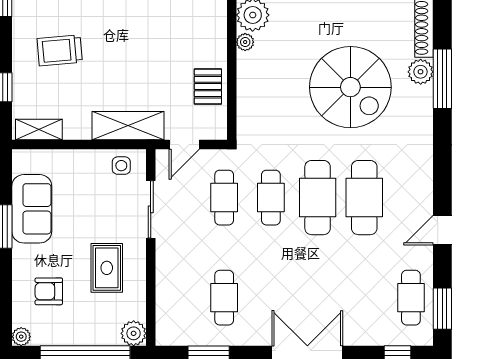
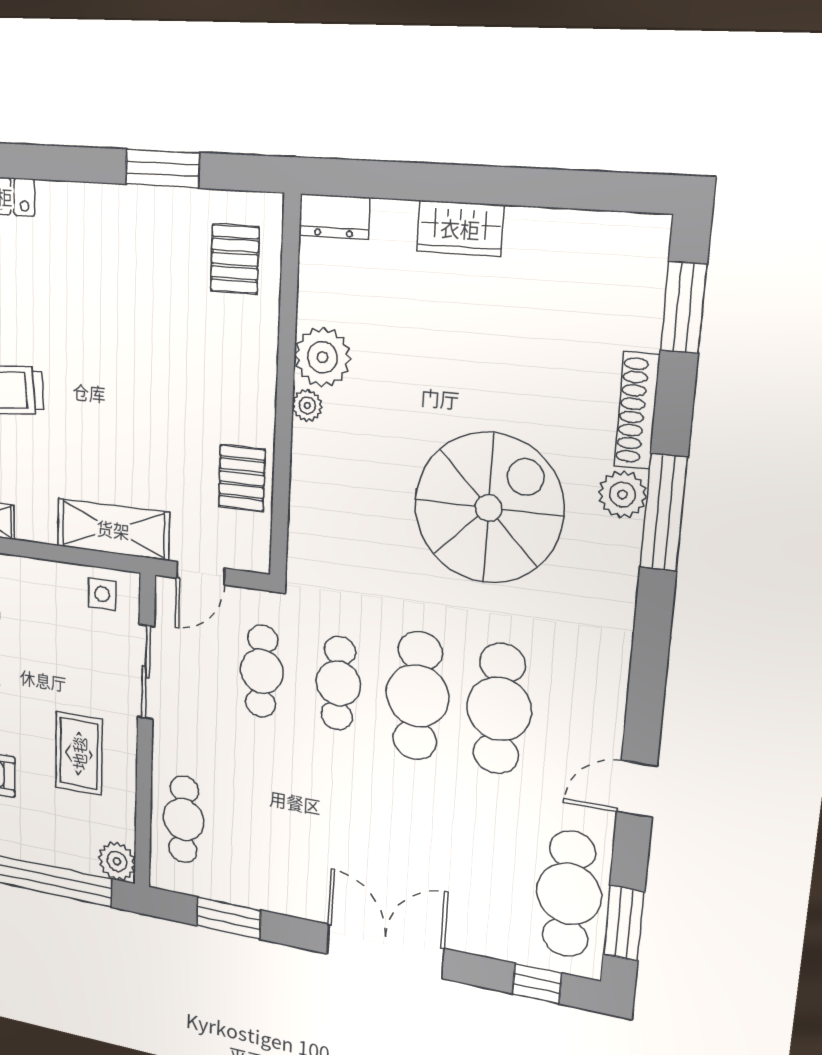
spiral stairs: (350, 87) -> (489, 508), turned -90
cafe table: (224, 298) -> (184, 819), moved
cafe table: (411, 298) -> (569, 894), width x1.37, depth x1.35

